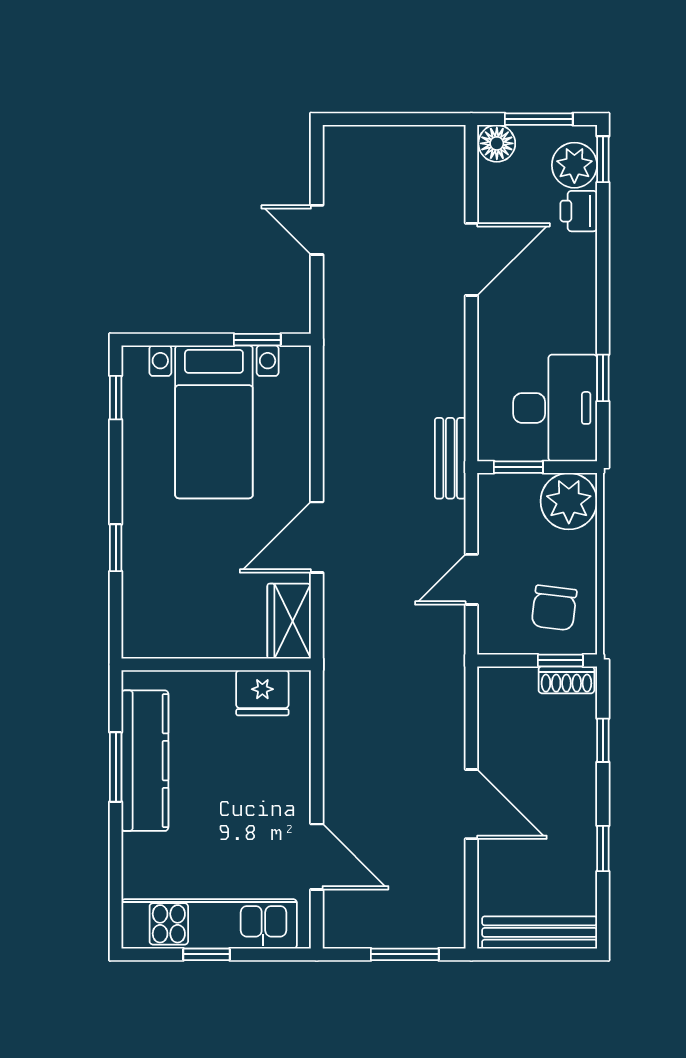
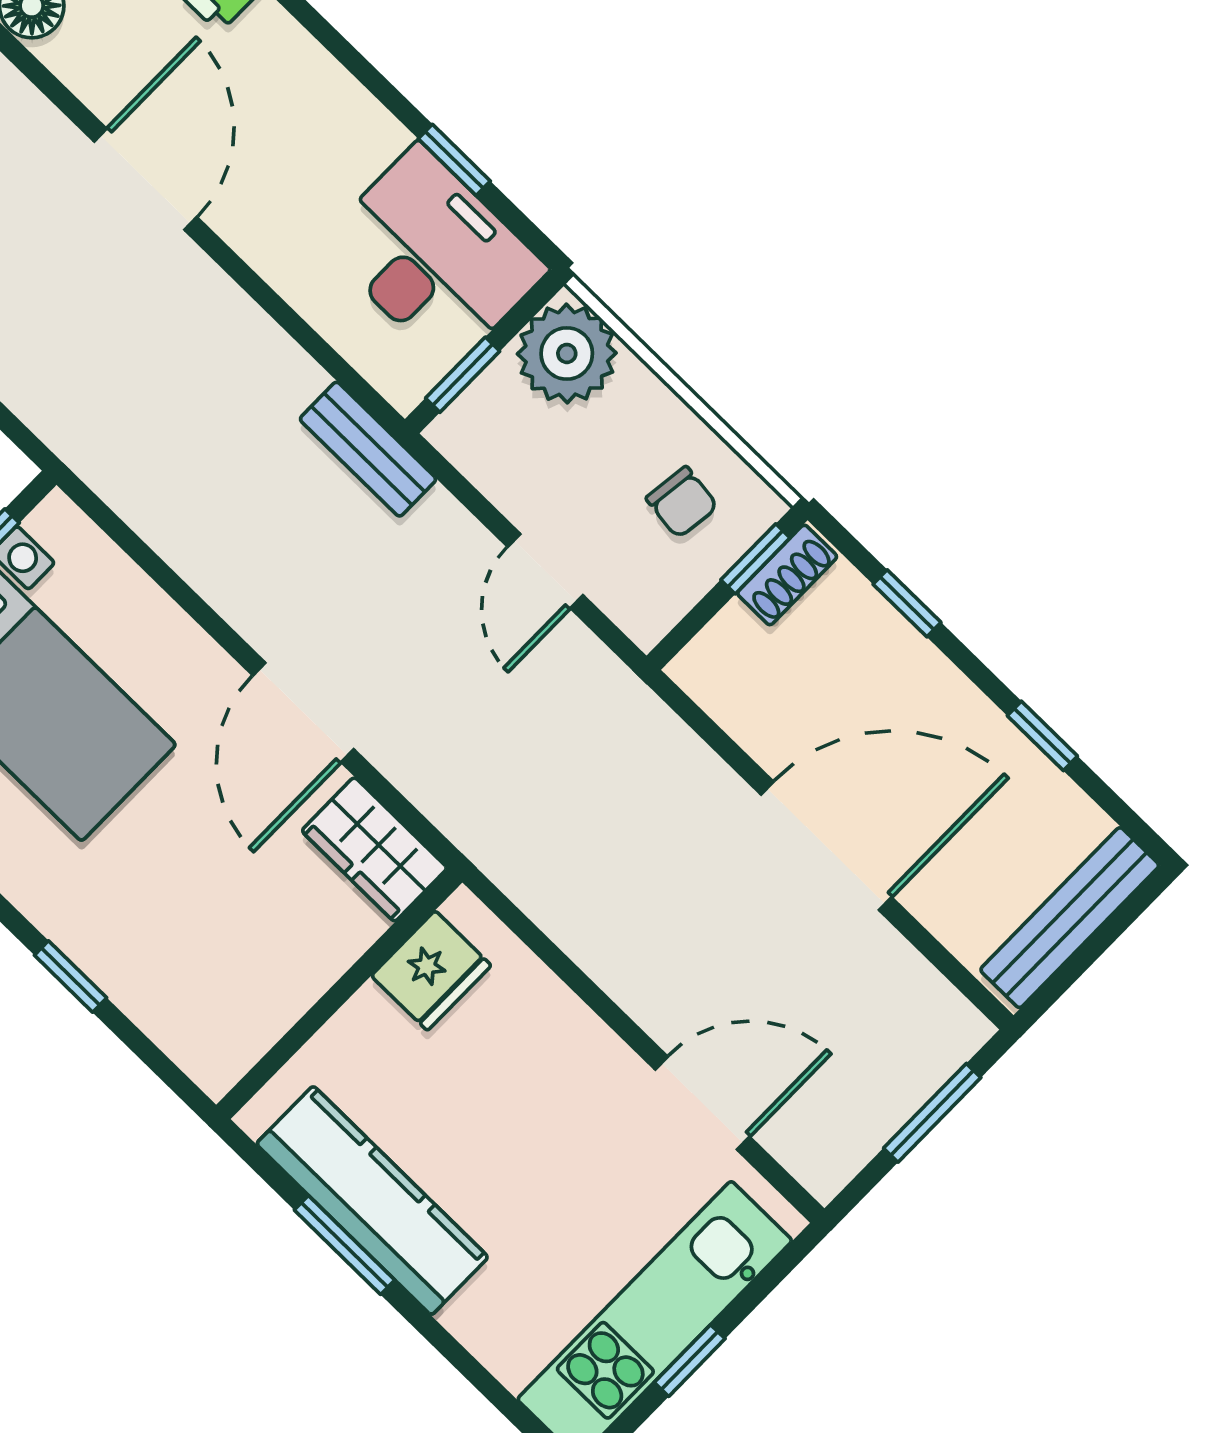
chair: (554, 608) -> (682, 502), width x0.73, depth x0.73
door: (471, 804) -> (826, 846), width x1.36

